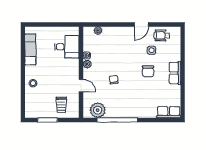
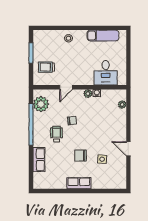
wheelchair: (162, 35) -> (56, 134), moved
row of seats: (169, 112) -> (39, 160), moved

